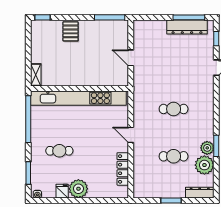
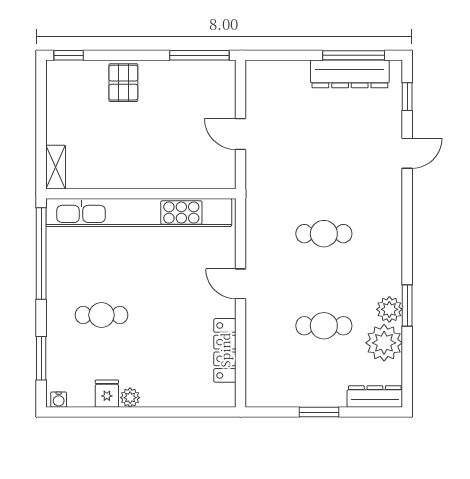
plant: (78, 189) -> (130, 398), width x0.53, depth x0.53

